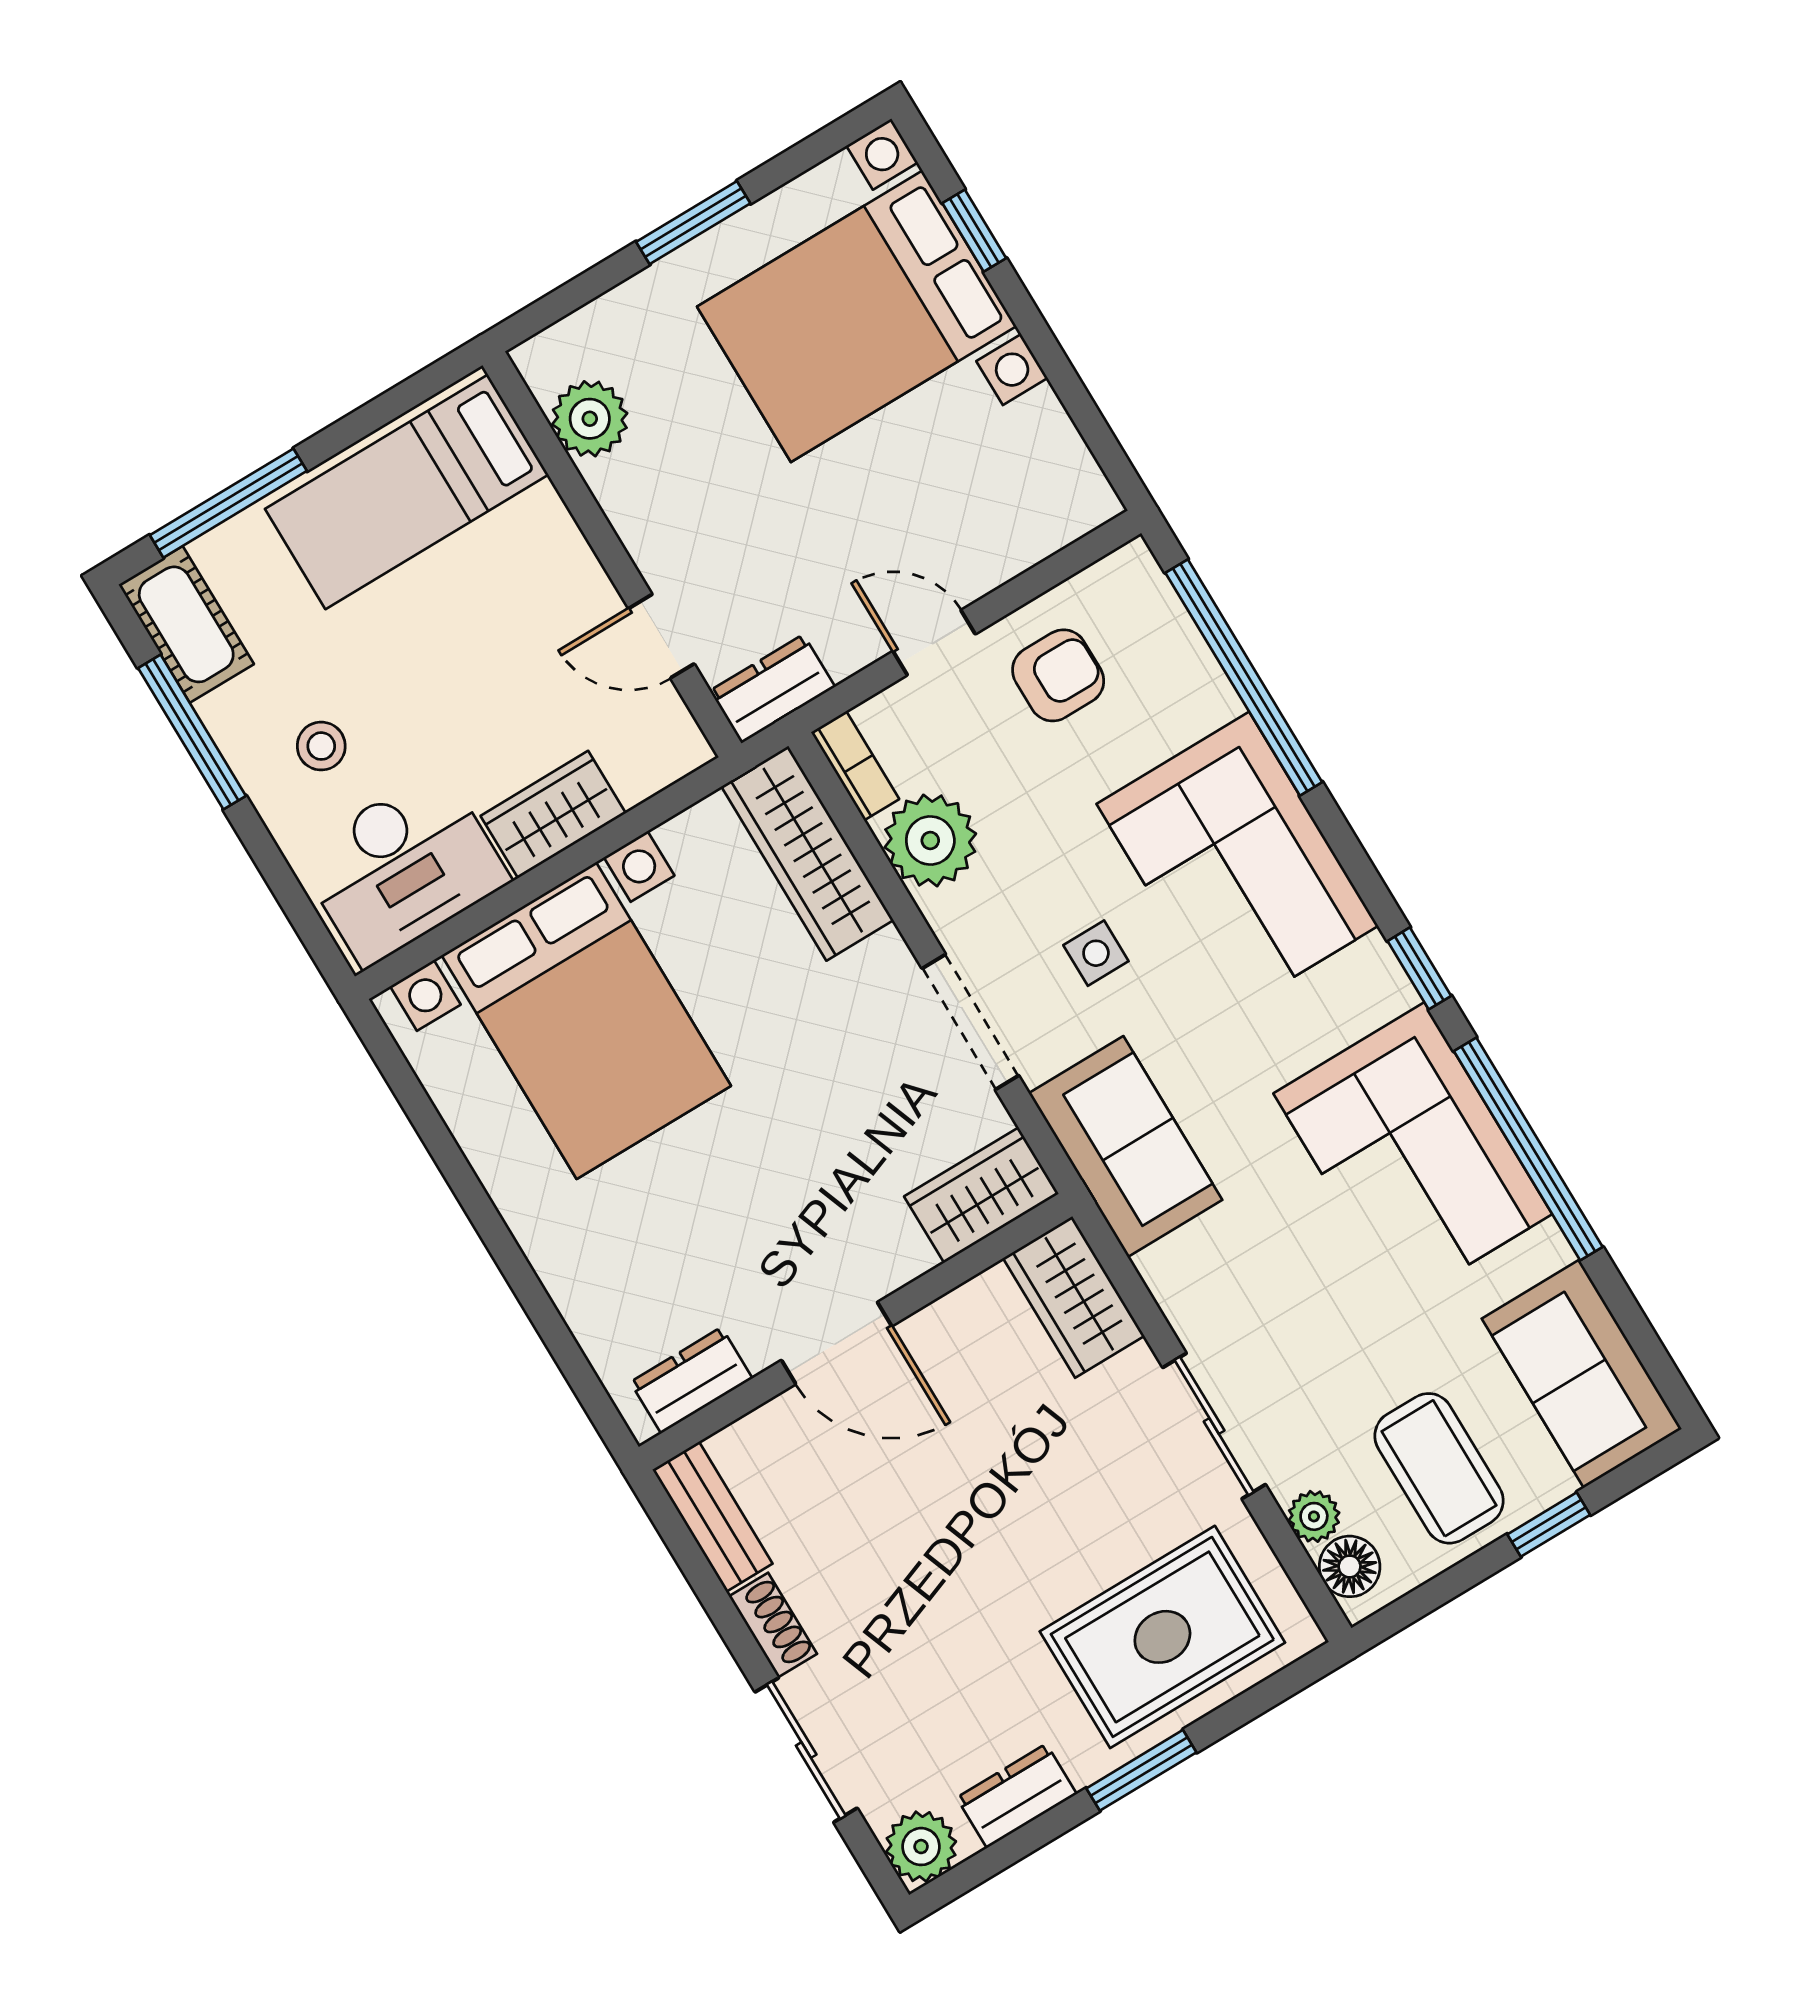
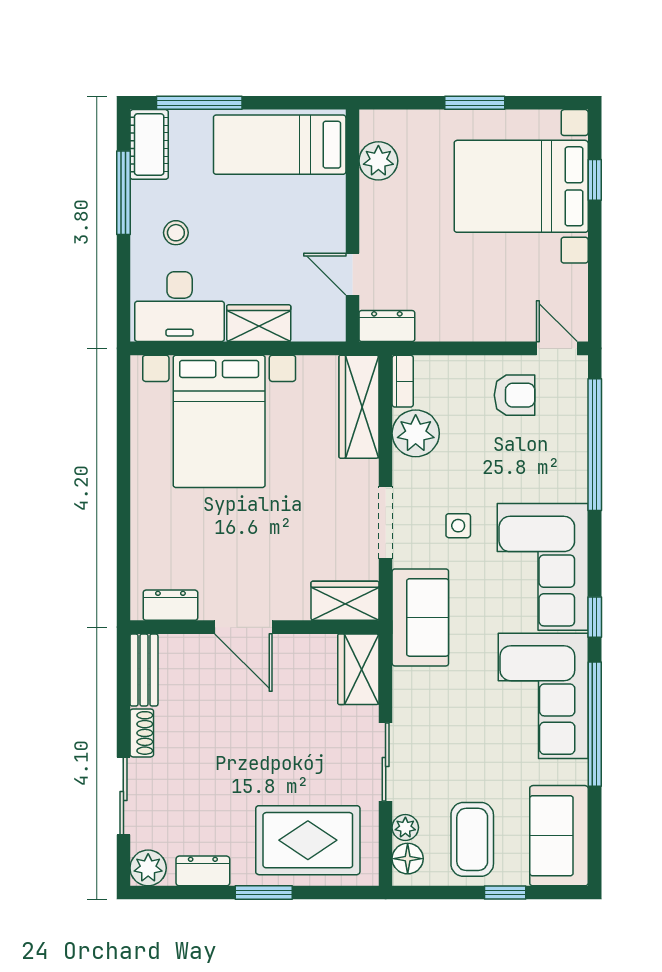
door: (934, 643) -> (557, 348), moved
corner sofa: (1237, 865) -> (543, 567), moved

